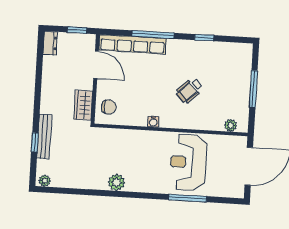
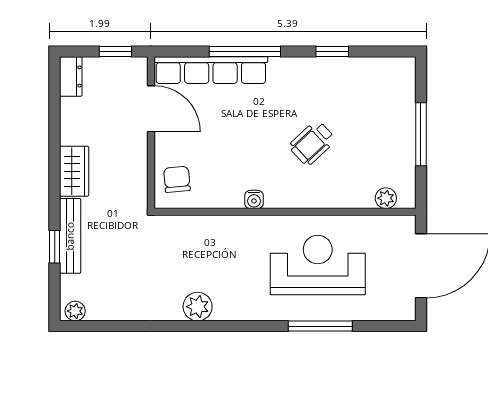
wardrobe: (83, 105) -> (74, 171), moved, turned 180
chair: (109, 107) -> (177, 179), turned -95
reception desk: (188, 162) -> (318, 265), turned 90

